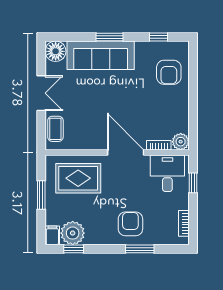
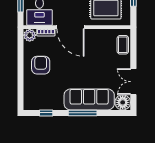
window: (109, 37) -> (83, 113), width x1.44
armchair: (169, 72) -> (41, 65), moved
double door: (41, 93) -> (133, 82), moved

